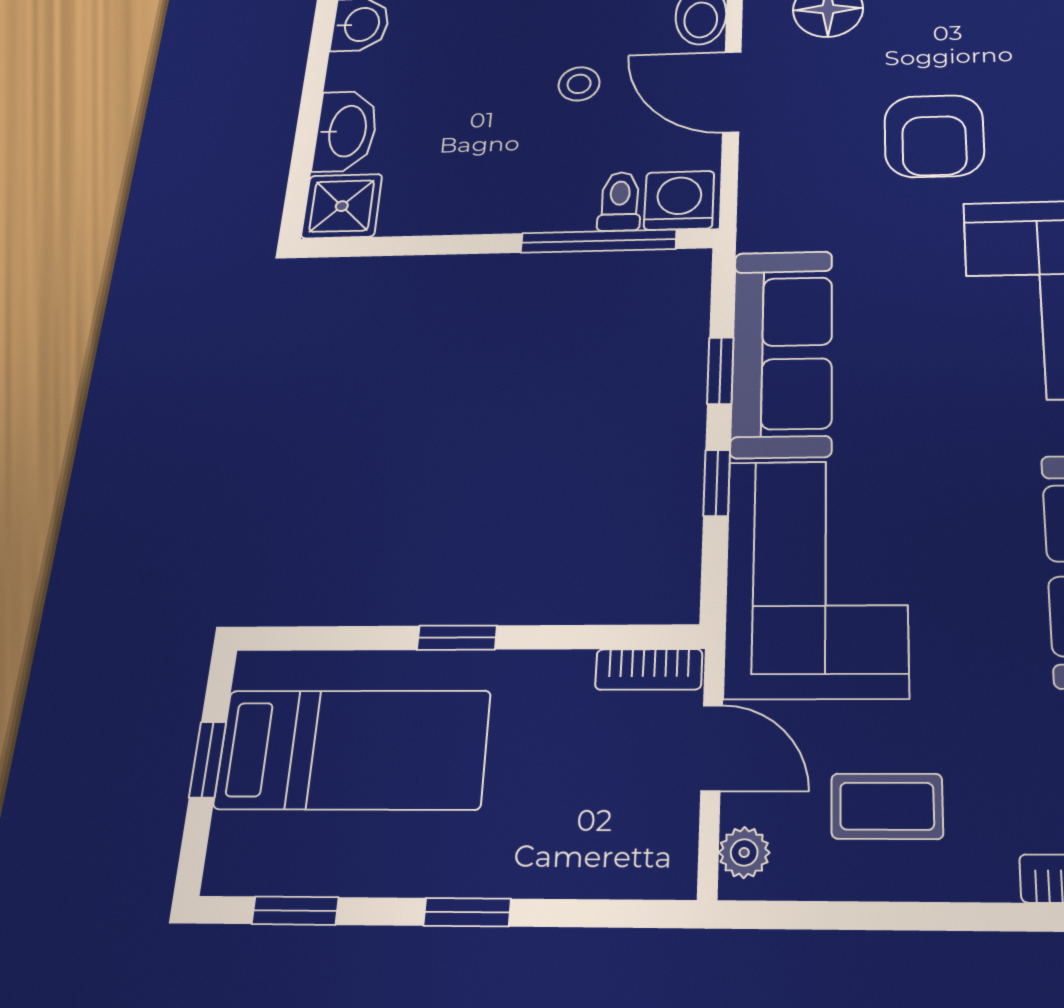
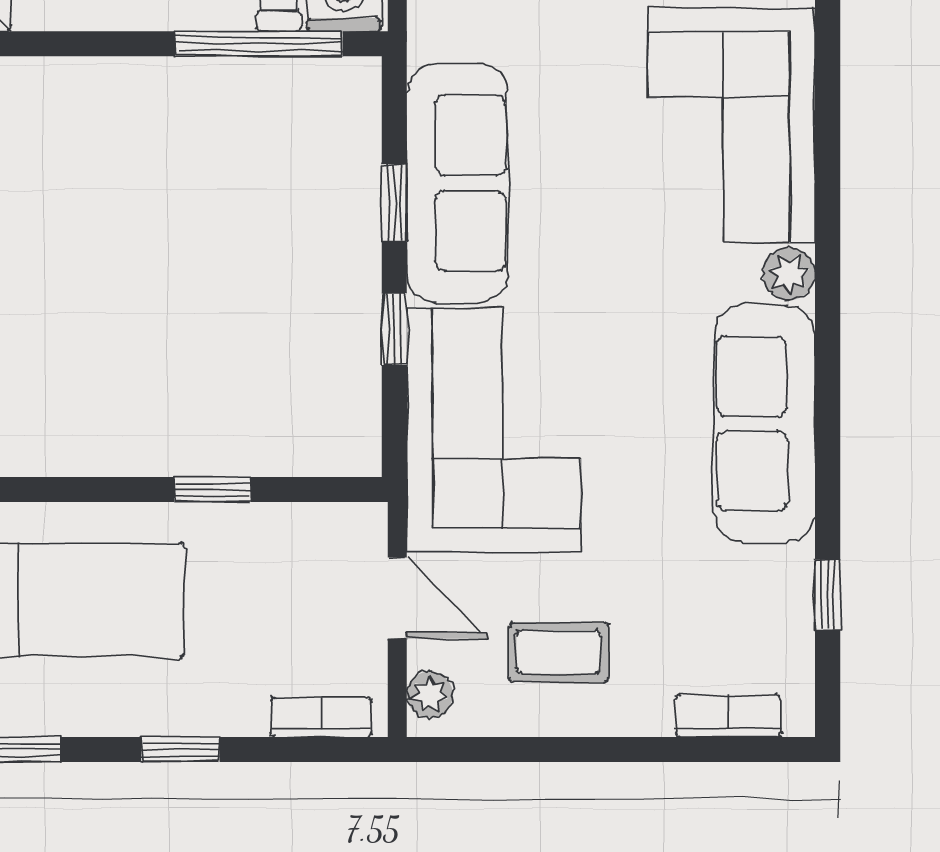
window: (457, 638) -> (212, 490), moved
bookcase: (649, 669) -> (321, 717), moved, turned 180

